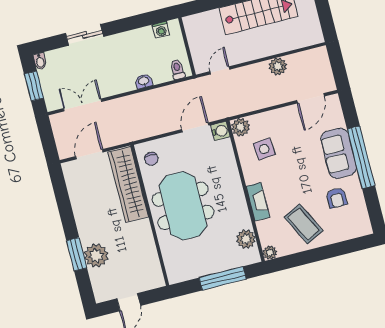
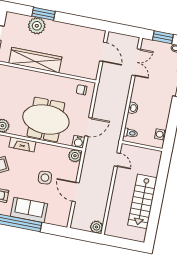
plant: (278, 66) -> (96, 227), moved
door: (311, 98) -> (76, 192), moved
door: (195, 127) -> (88, 127), hinge flipped
side table: (264, 149) -> (45, 178), moved
wardrobe: (128, 184) -> (35, 60), moved
meeting table: (183, 206) -> (46, 119), moved

